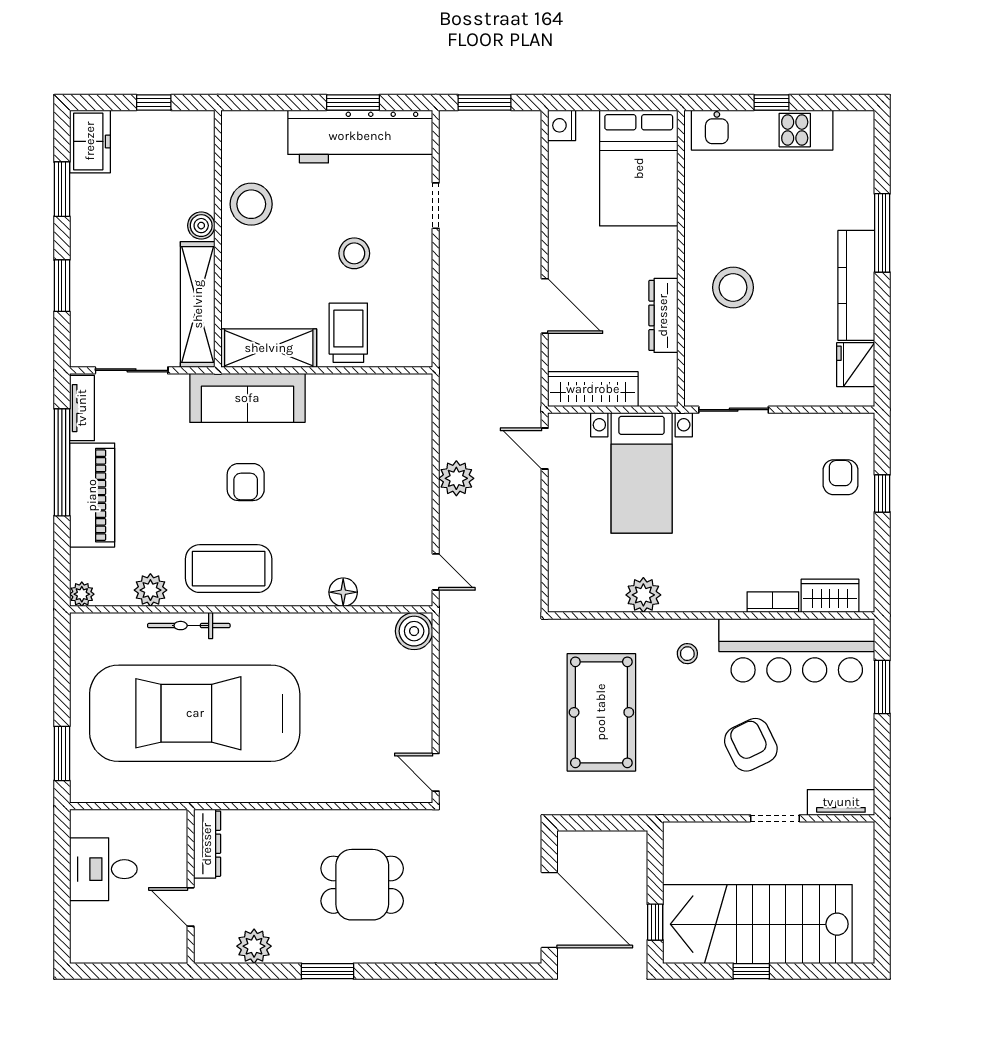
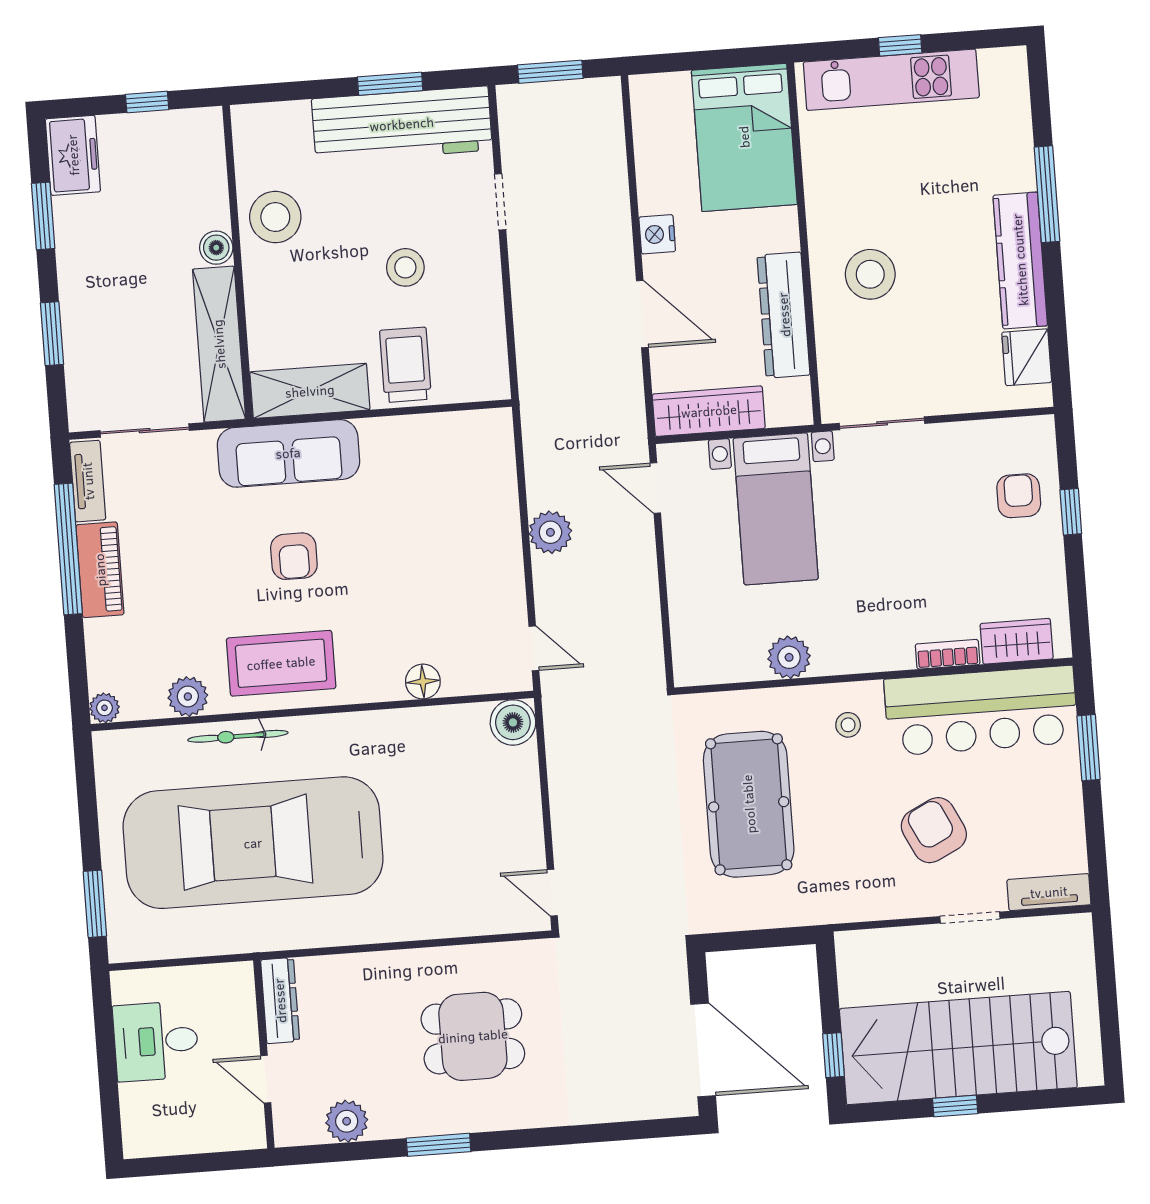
nightstand: (562, 125) -> (657, 234), moved
dresser: (663, 315) -> (784, 315), width x1.37, depth x1.24
piano: (92, 495) -> (100, 570), width x0.73, depth x0.75

